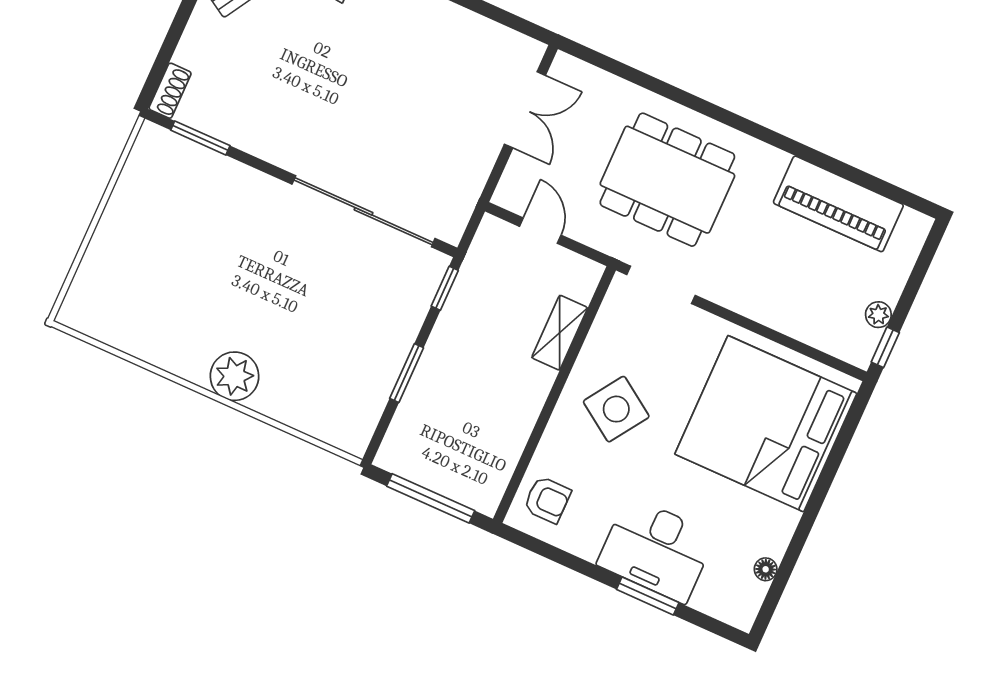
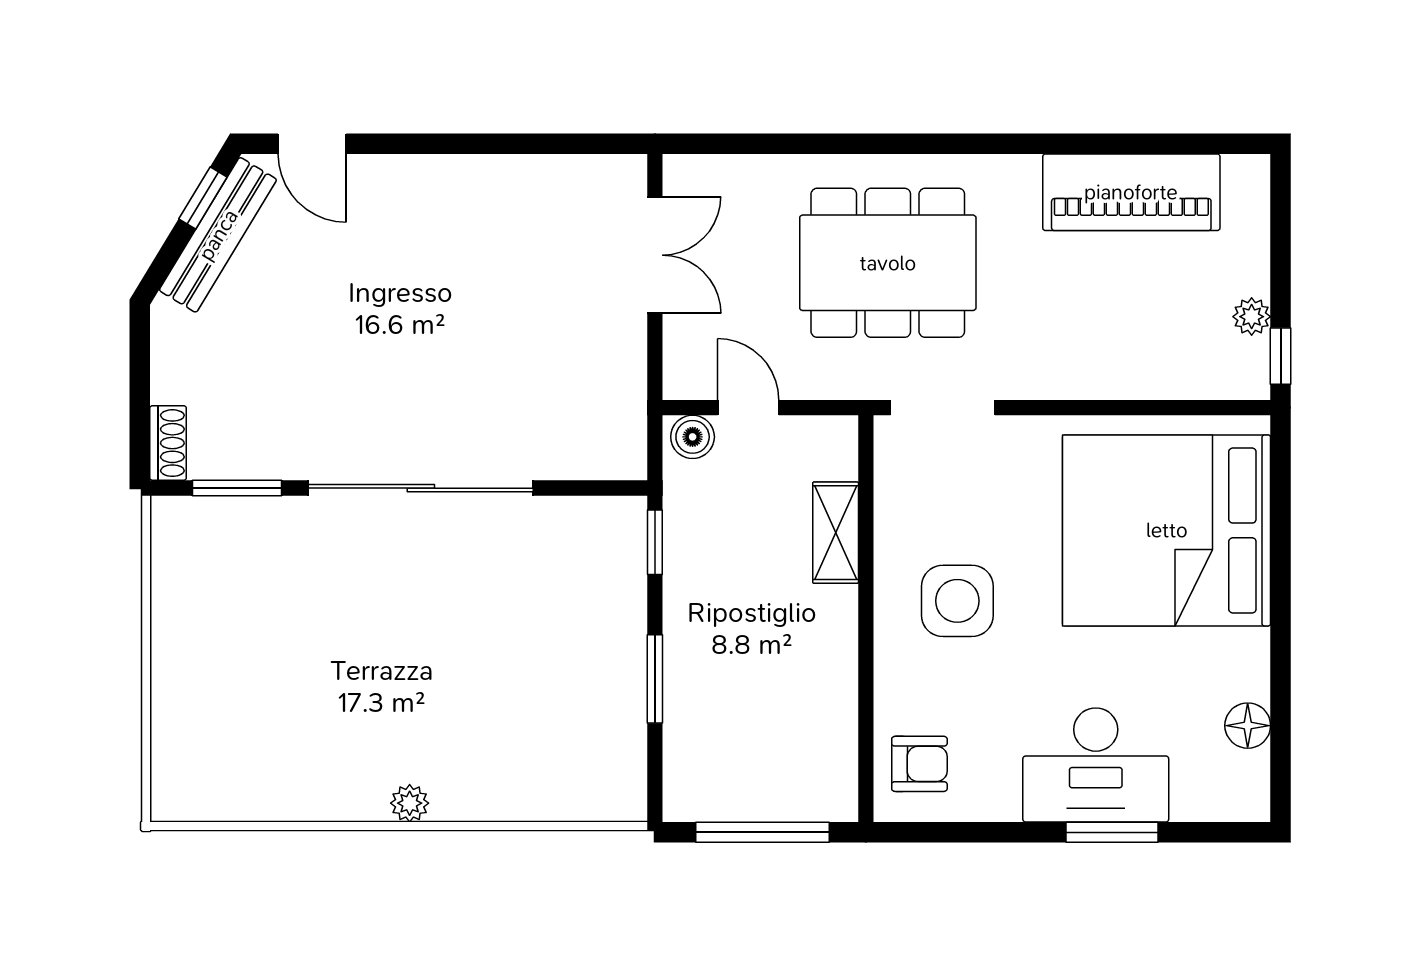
sliding door: (364, 211) -> (421, 488), moved
boiler: (498, 233) -> (693, 437), added
plant: (235, 376) -> (410, 803), width x0.53, depth x0.53
side table: (616, 409) -> (957, 601), turned -34
floor lamp: (766, 569) -> (1248, 726), width x1.37, depth x1.37

